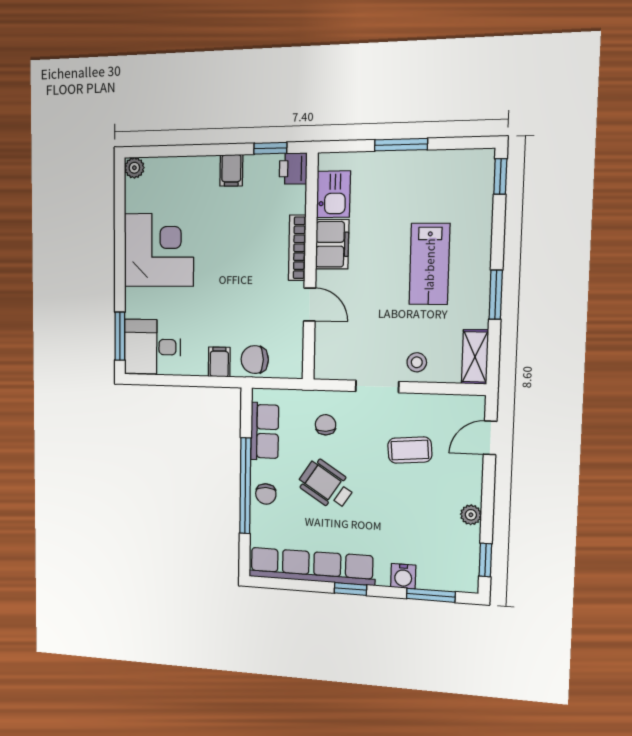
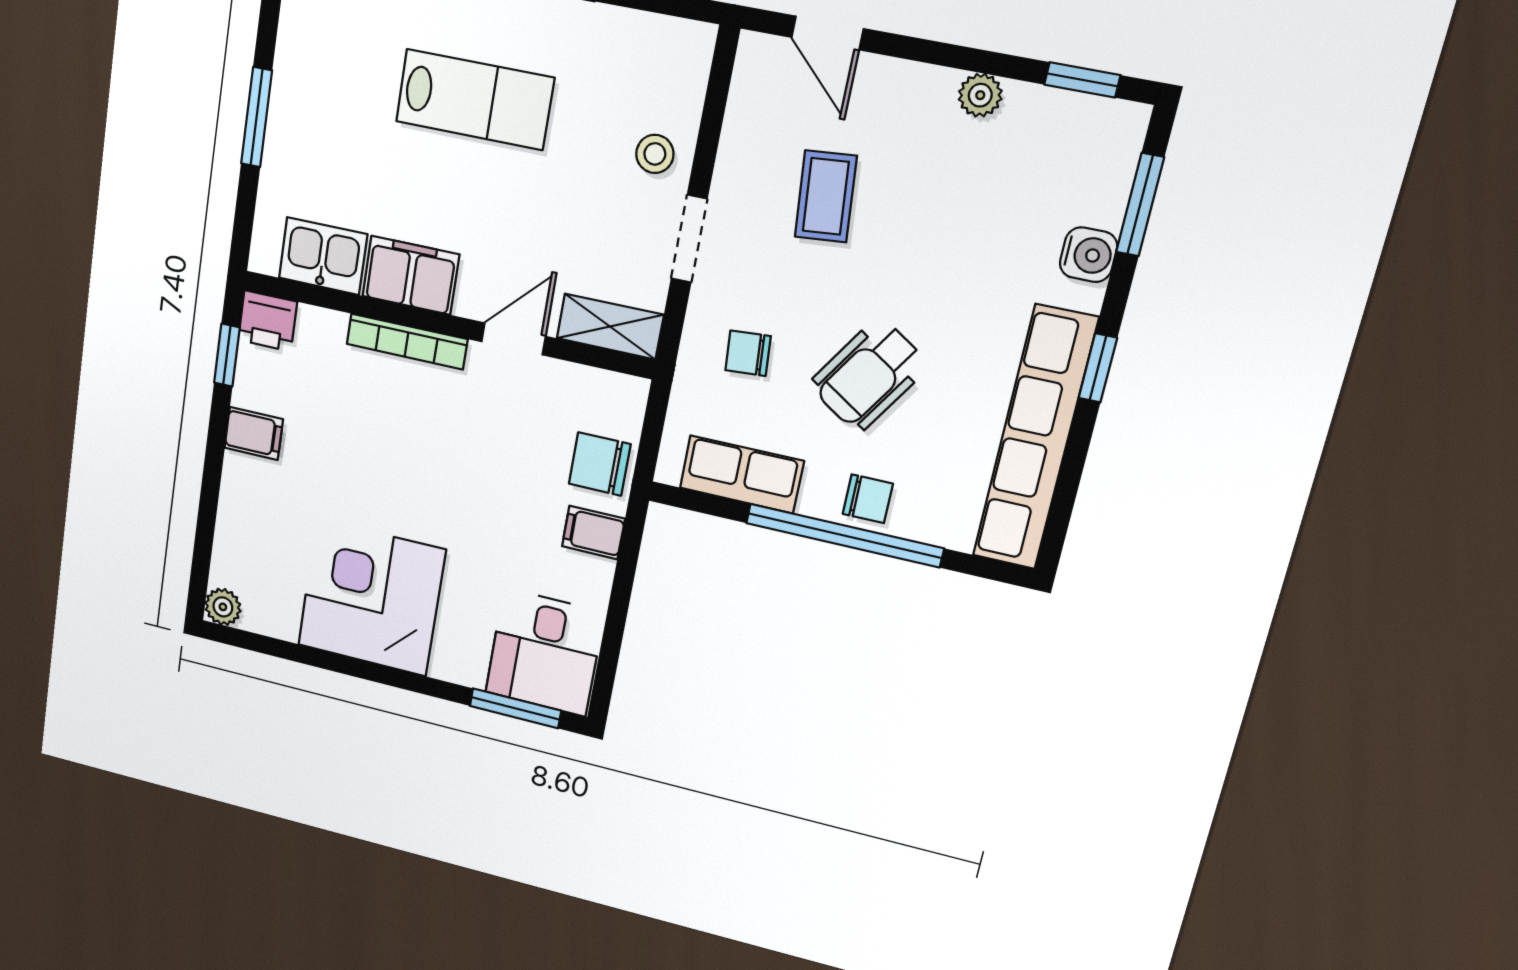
shelving: (475, 357) -> (610, 327), moved
chair: (255, 360) -> (600, 464), turned 90

